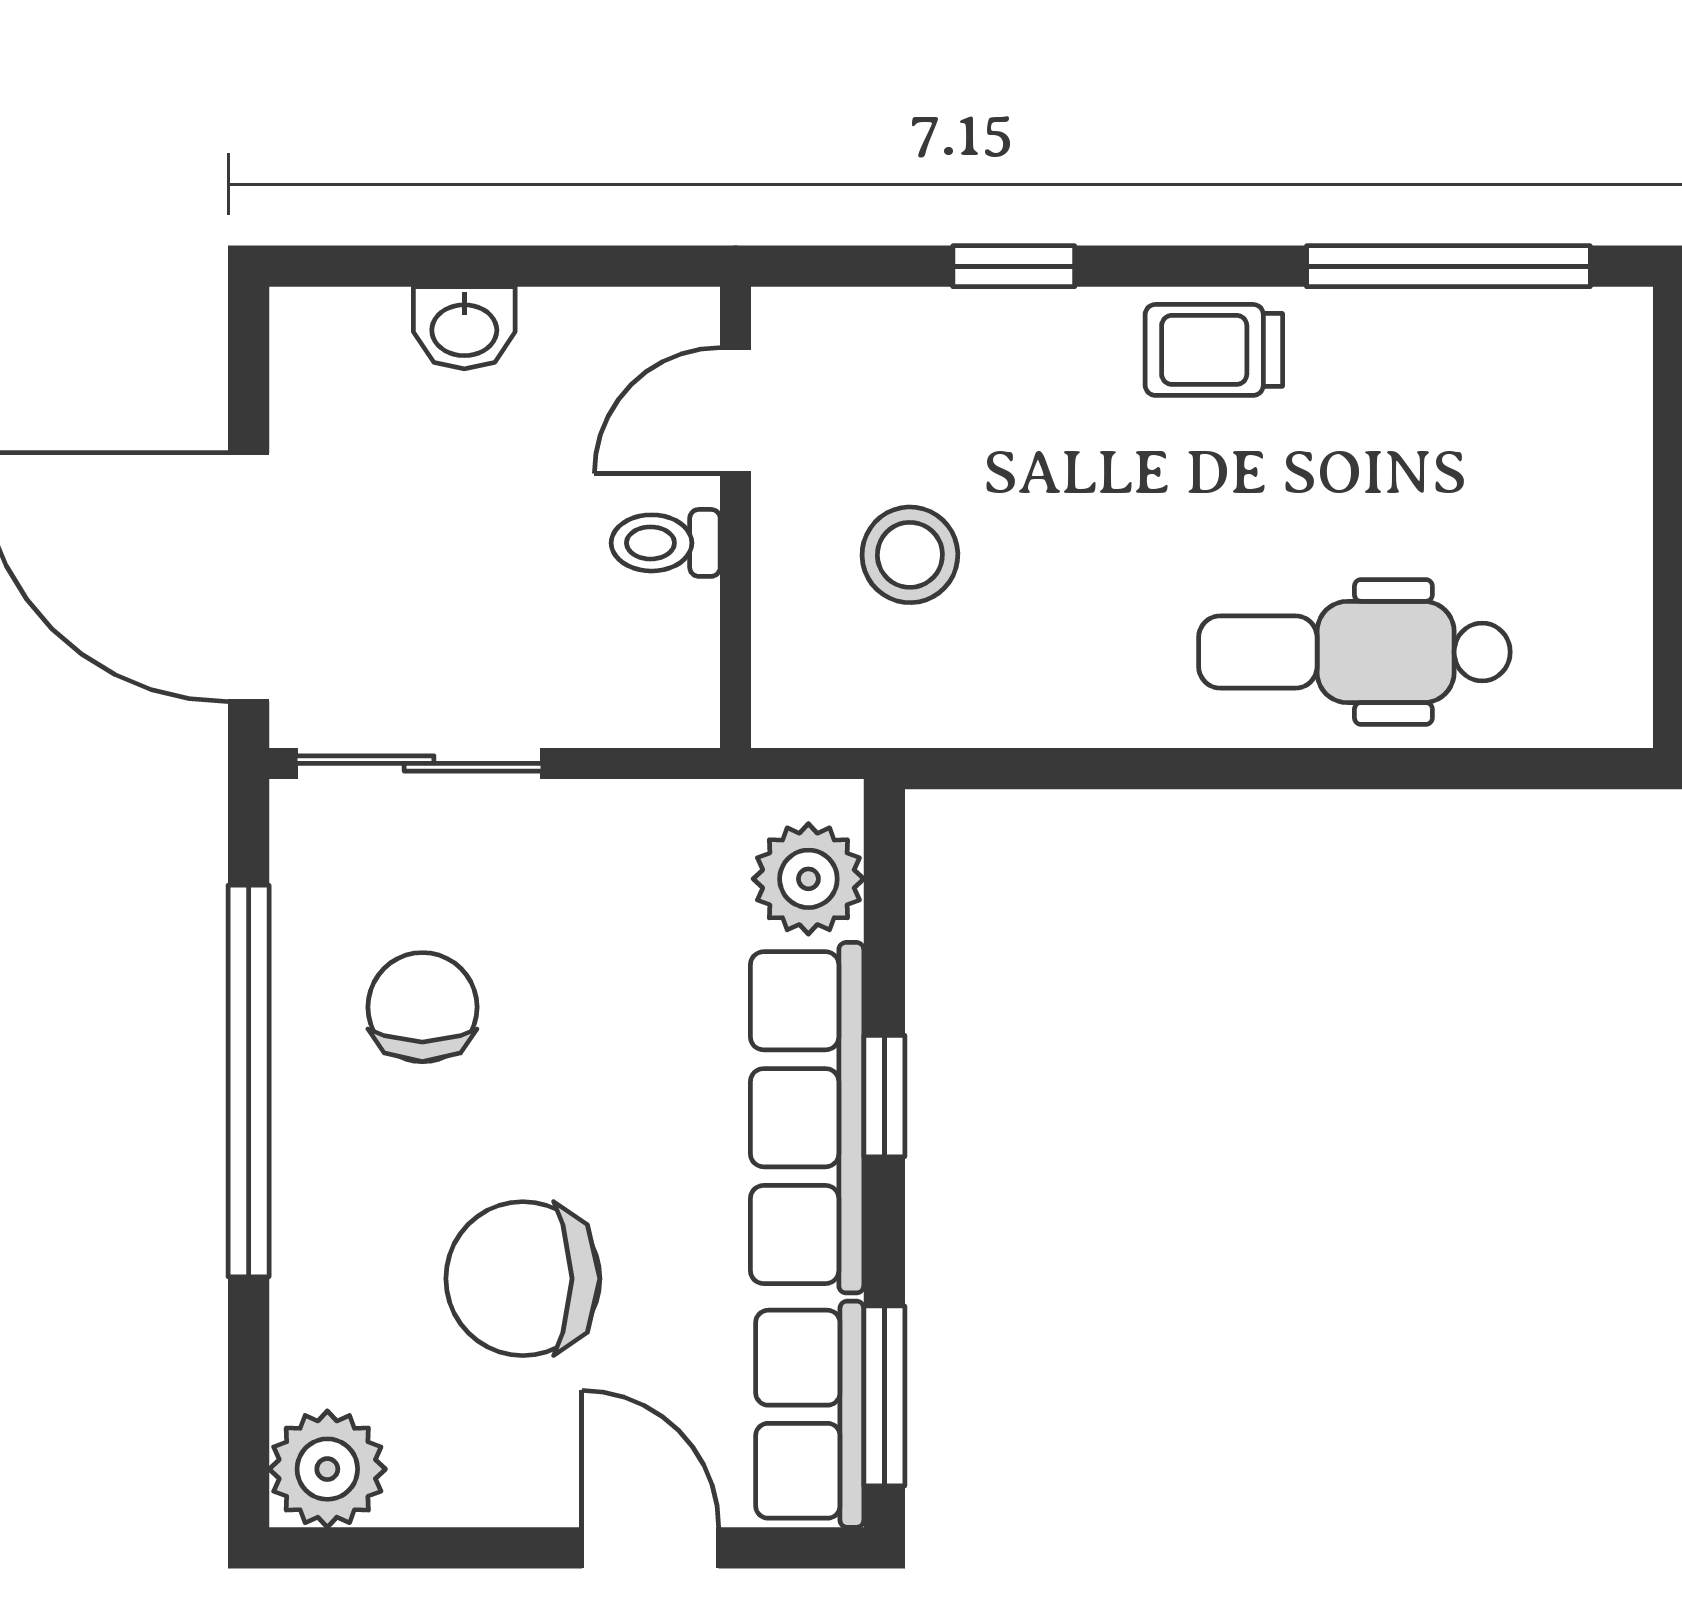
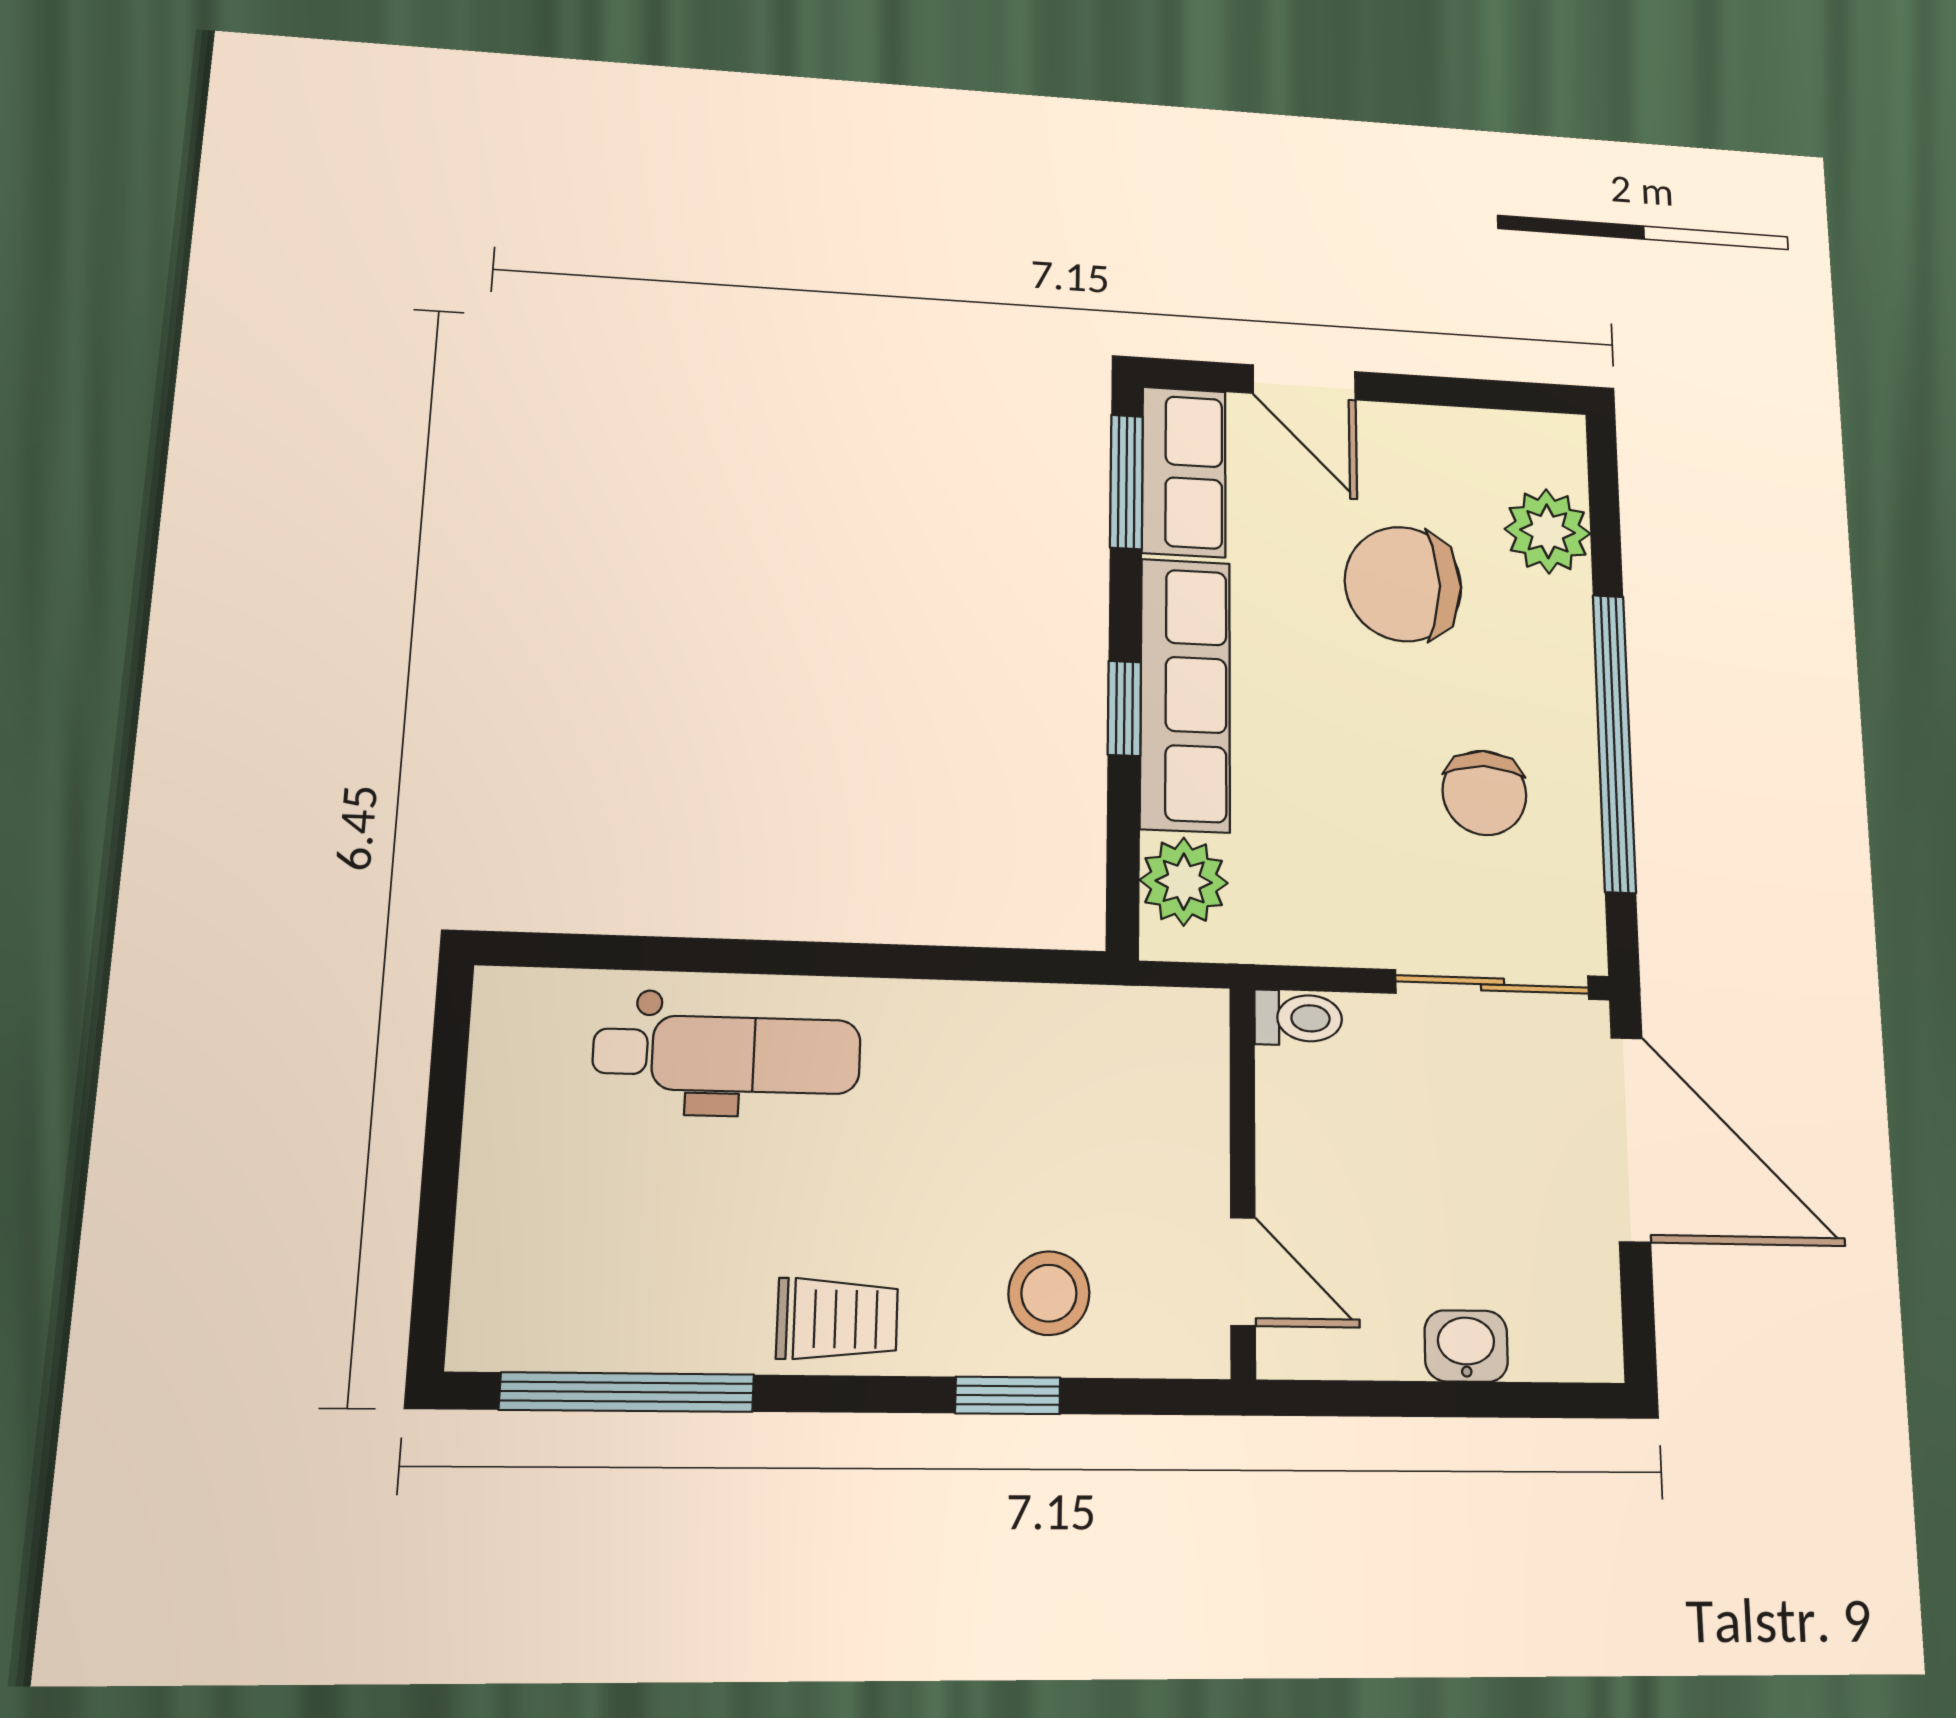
door: (736, 411) -> (1243, 1272), hinge flipped
toilet: (666, 543) -> (1298, 1018), moved
stool: (910, 555) -> (1049, 1293), moved
chair: (523, 1279) -> (1403, 584), turned 180
plant: (327, 1469) -> (1548, 531), moved

